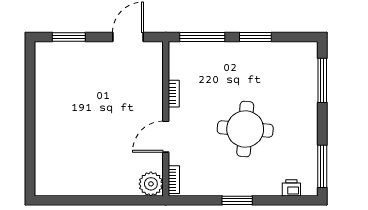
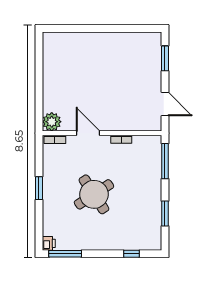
window: (255, 37) -> (165, 213), moved
window: (322, 80) -> (131, 254), width x0.46
round table: (245, 129) -> (94, 194), turned -37
printer: (291, 188) -> (49, 243), moved

